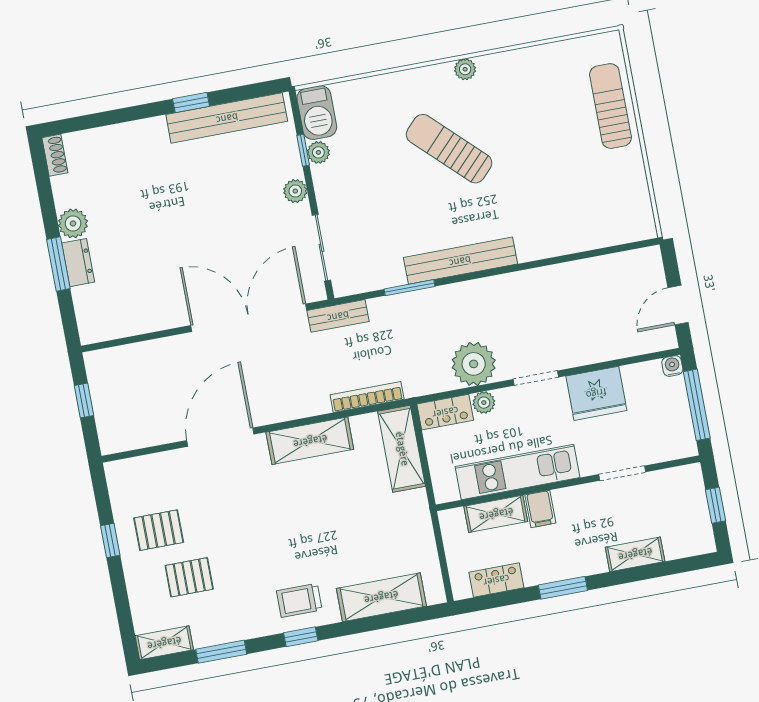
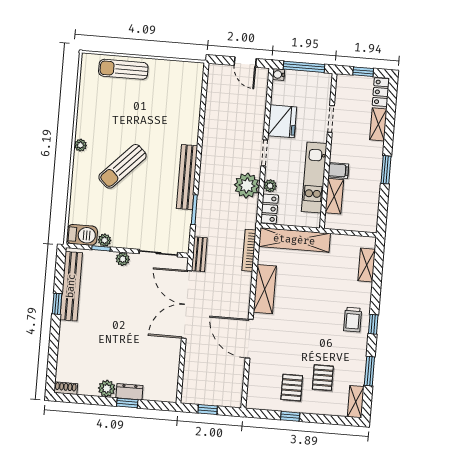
window: (58, 264) -> (127, 403), width x0.67
shelving: (402, 449) -> (294, 240), width x1.47
locker: (496, 580) -> (381, 92), moved
shelving: (381, 597) -> (367, 265), width x0.67, depth x0.75

